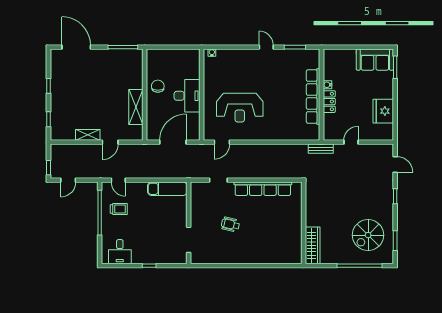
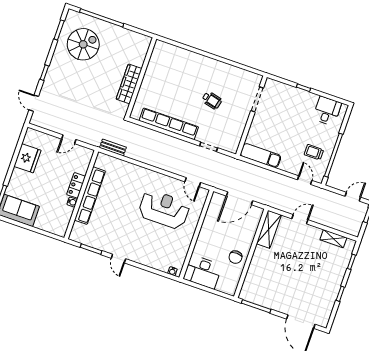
desk: (187, 96) -> (203, 272), moved, turned -90
shelving: (136, 107) -> (269, 229), moved
shelving: (88, 135) -> (333, 239), moved
door: (222, 142) -> (193, 182), swing flipped
bench: (321, 149) -> (113, 147), moved
wardrobe: (313, 245) -> (129, 84), moved

